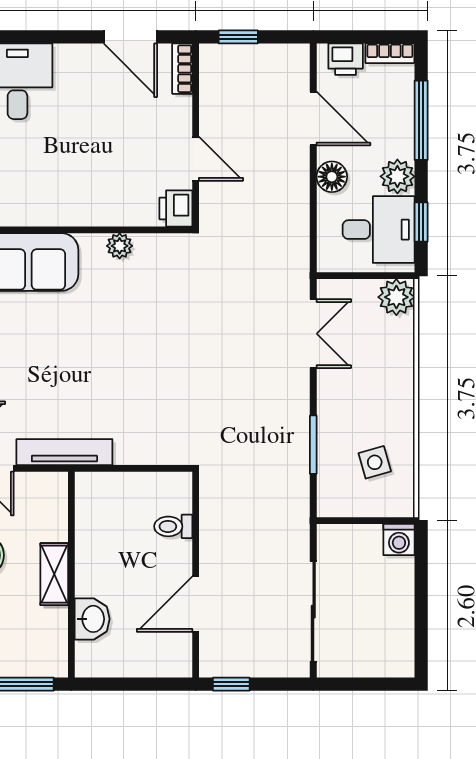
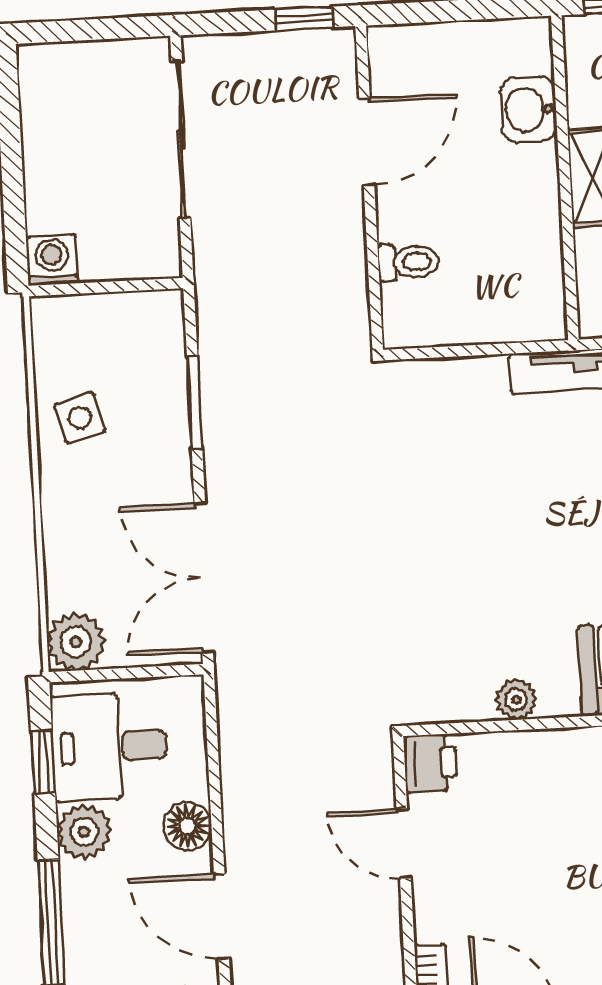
double door: (313, 334) -> (204, 577), width x1.37
side table: (375, 462) -> (80, 418), moved

